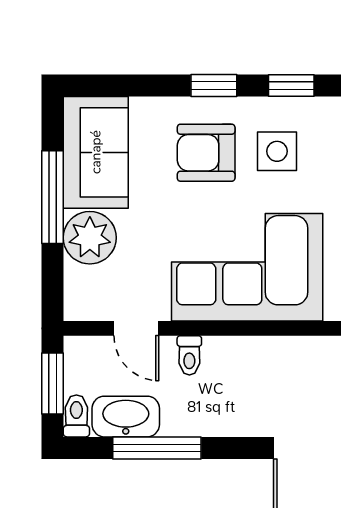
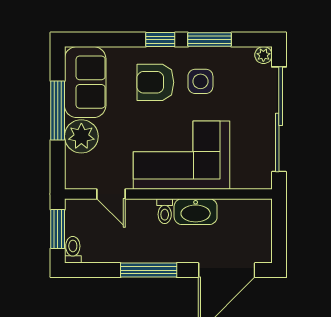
window: (291, 86) -> (210, 40), width x1.50
toilet: (189, 355) -> (165, 211), moved
washbasin: (126, 417) -> (196, 212), moved, turned 180
window: (157, 448) -> (149, 270), moved

